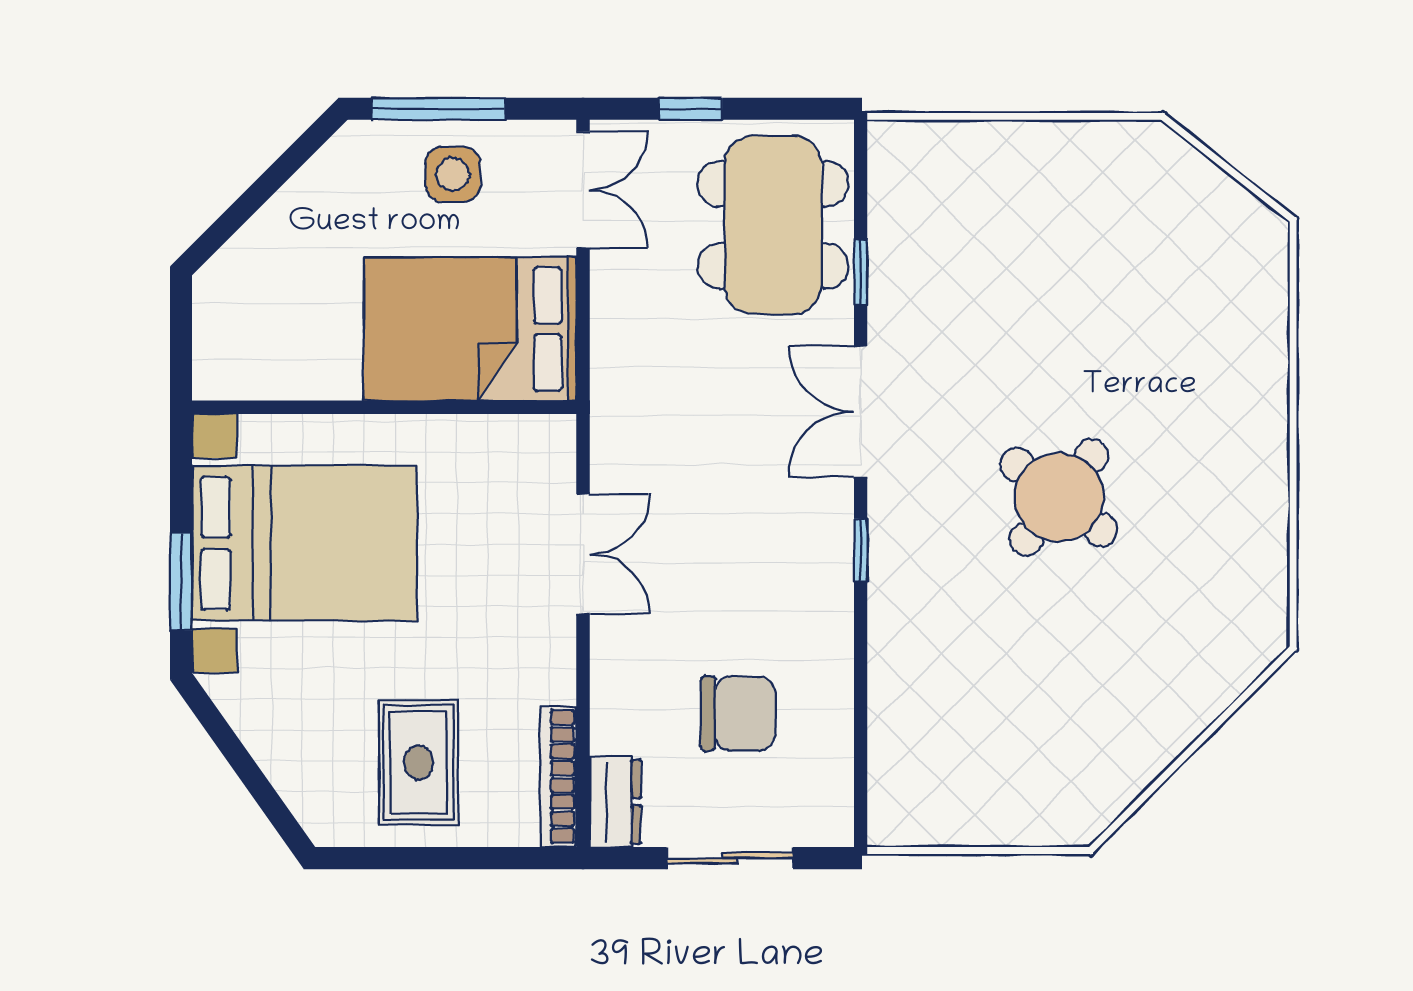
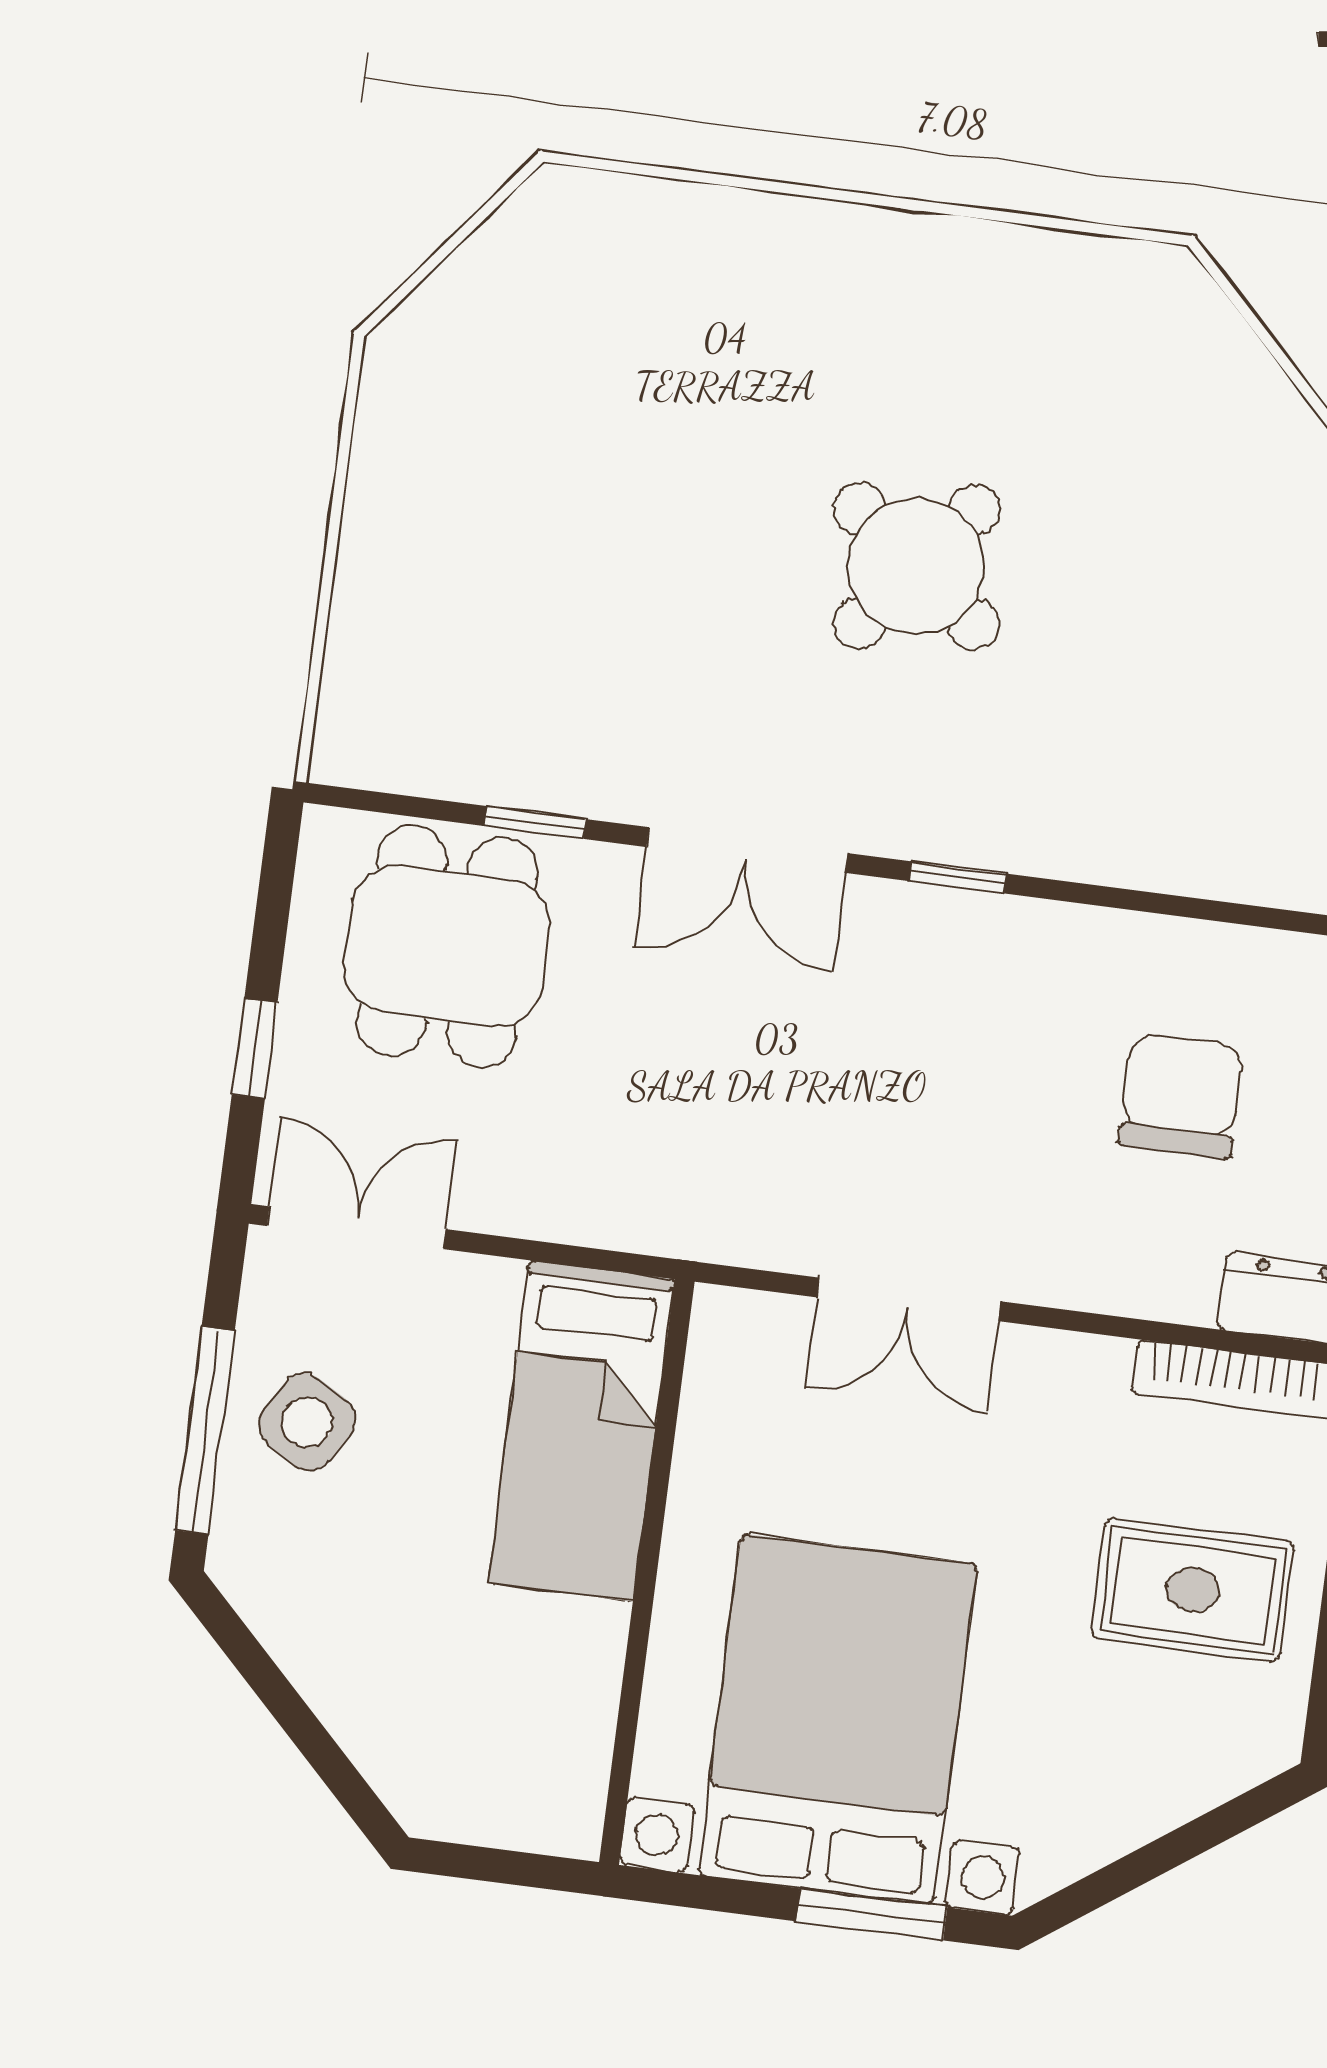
side table: (453, 174) -> (307, 1422), turned 30
dining table: (773, 225) -> (447, 946), width x0.73
bed: (470, 329) -> (581, 1431), width x0.67
double door: (583, 554) -> (909, 1299), swing flipped

